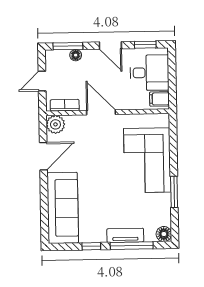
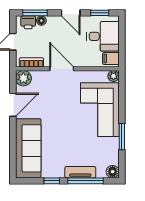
printer: (60, 57) -> (28, 22), added
plant: (163, 120) -> (113, 76), added

